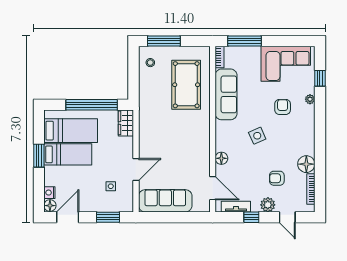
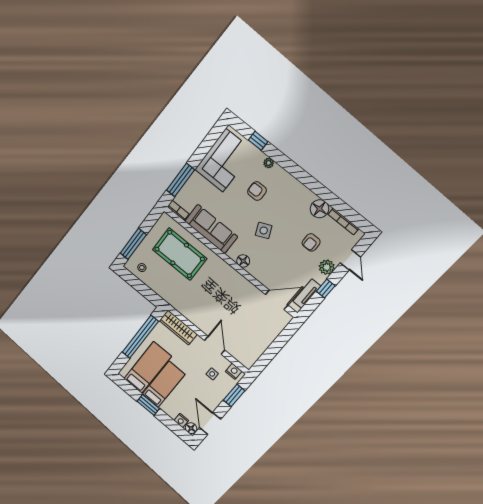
wardrobe: (126, 123) -> (178, 327), width x1.50
floor lamp: (221, 158) -> (243, 261), moved
nightstand: (128, 201) -> (234, 371), added
sofa: (165, 201) -> (257, 344), removed
door: (287, 217) -> (350, 260), hinge flipped

